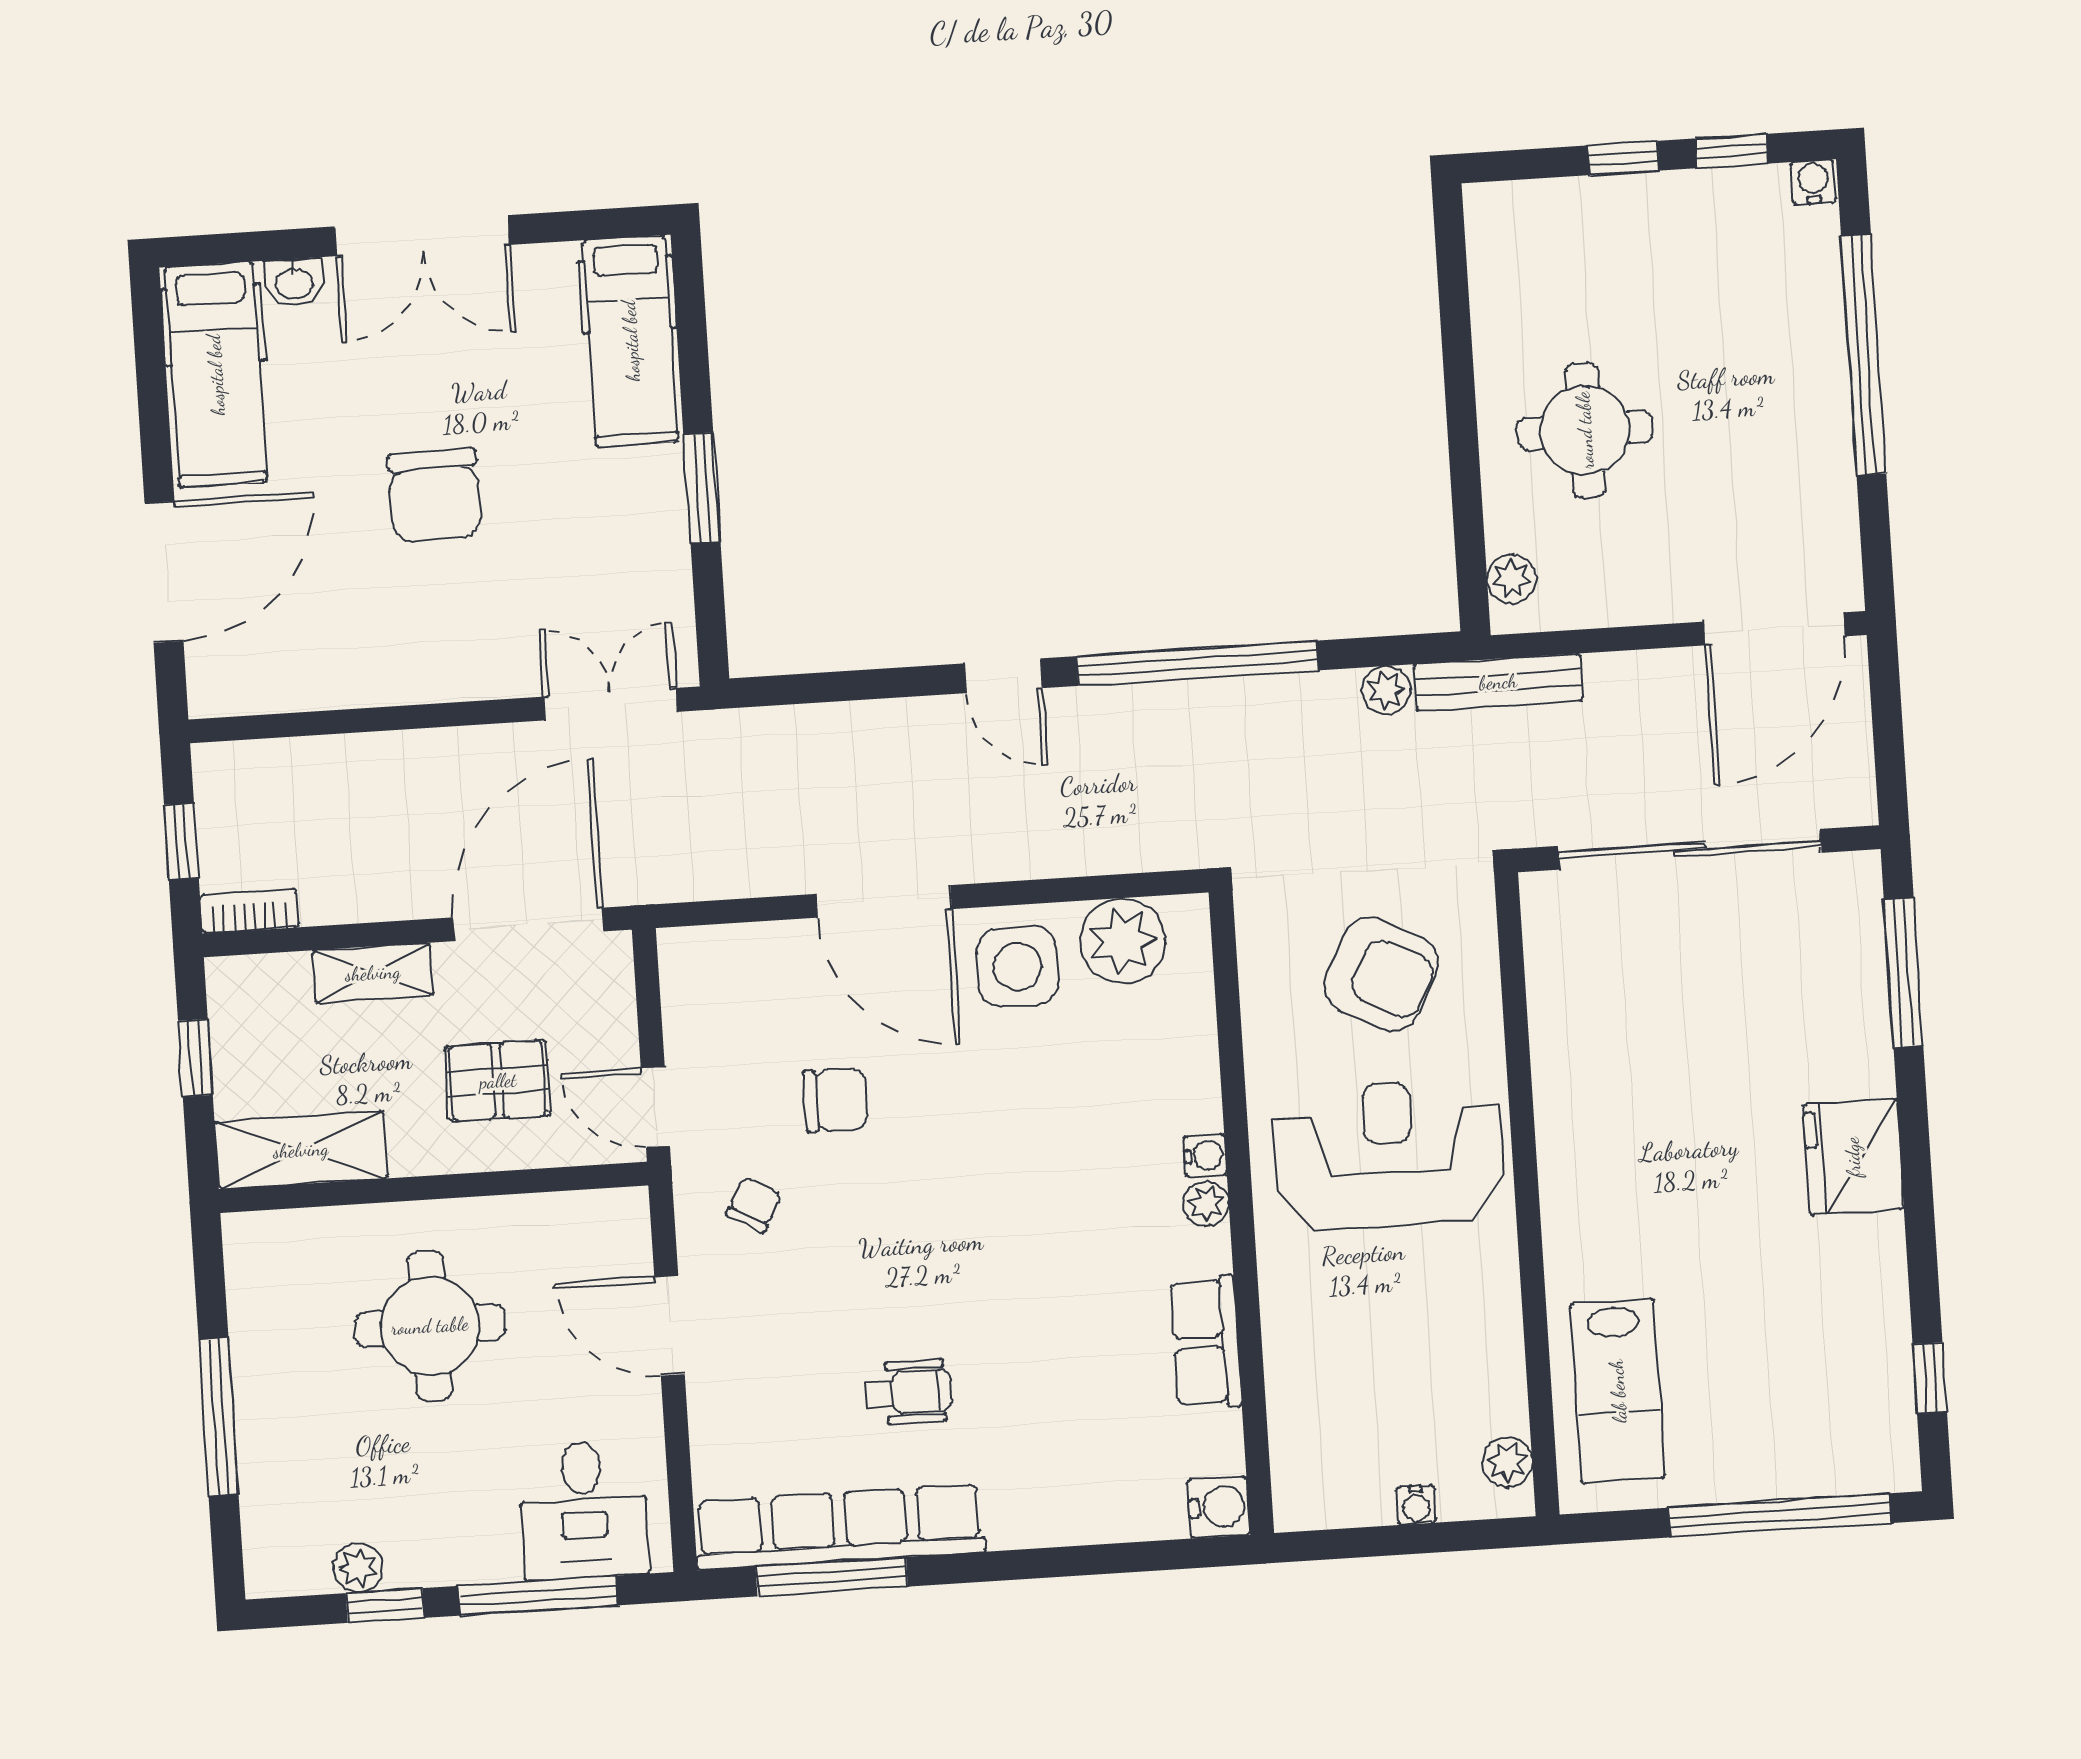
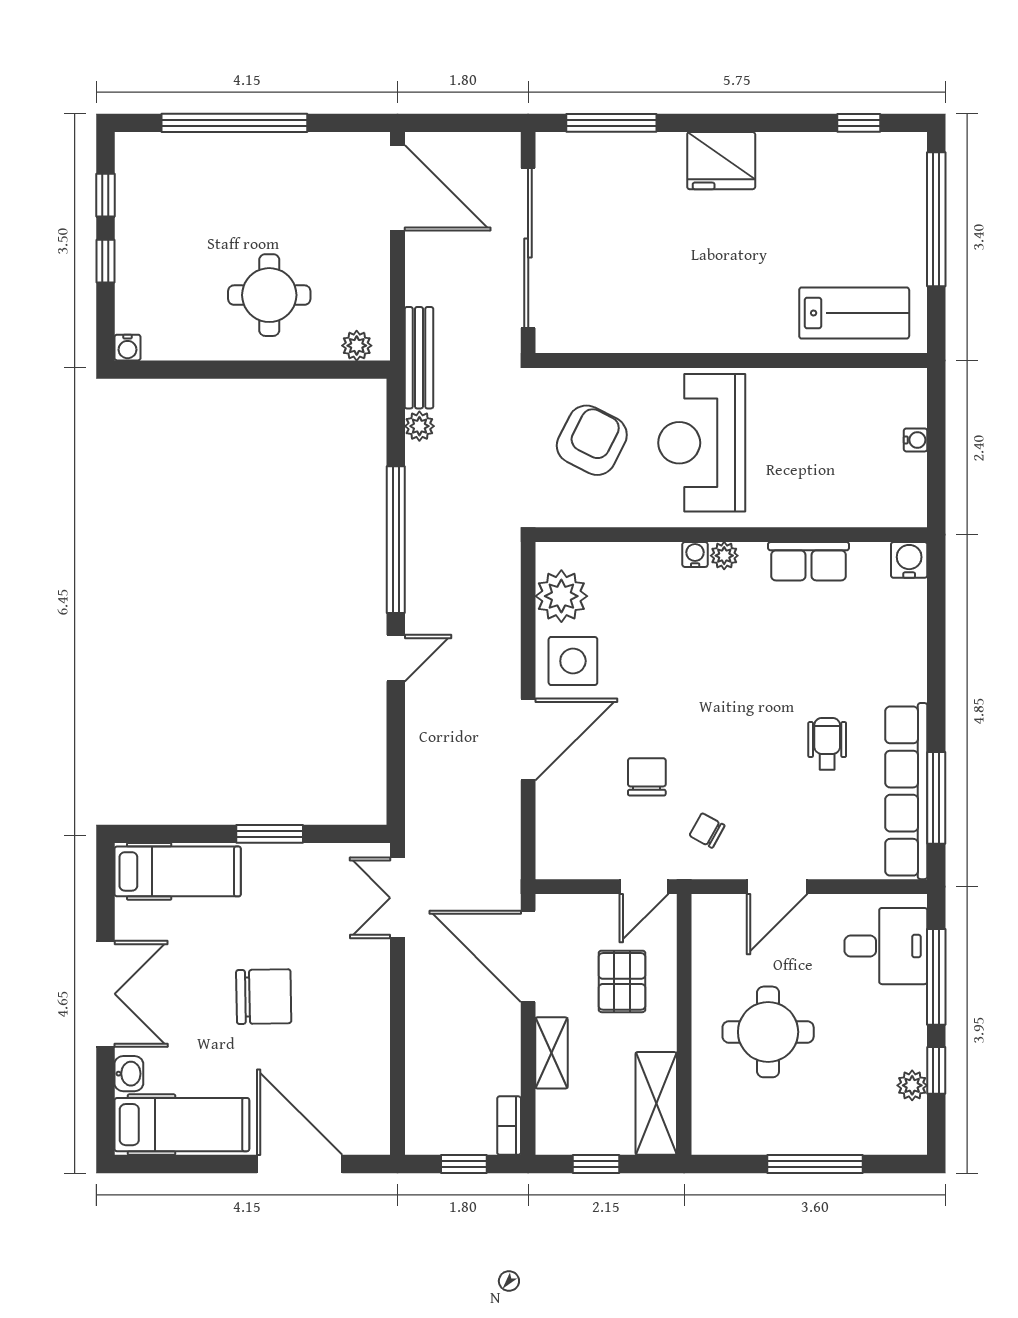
water cooler: (1813, 182) -> (128, 348), moved, turned -90
plant: (1507, 1462) -> (893, 383), removed

